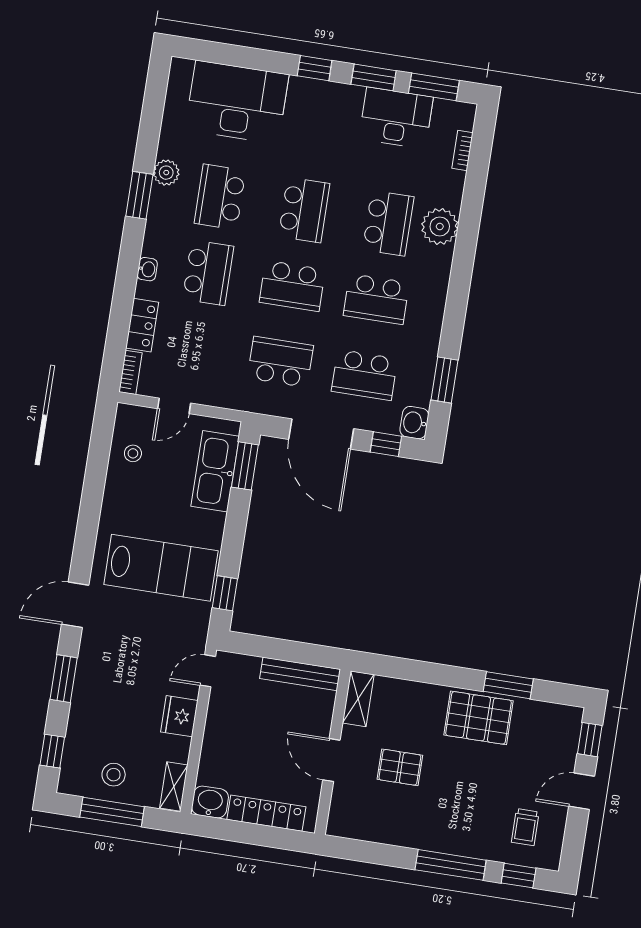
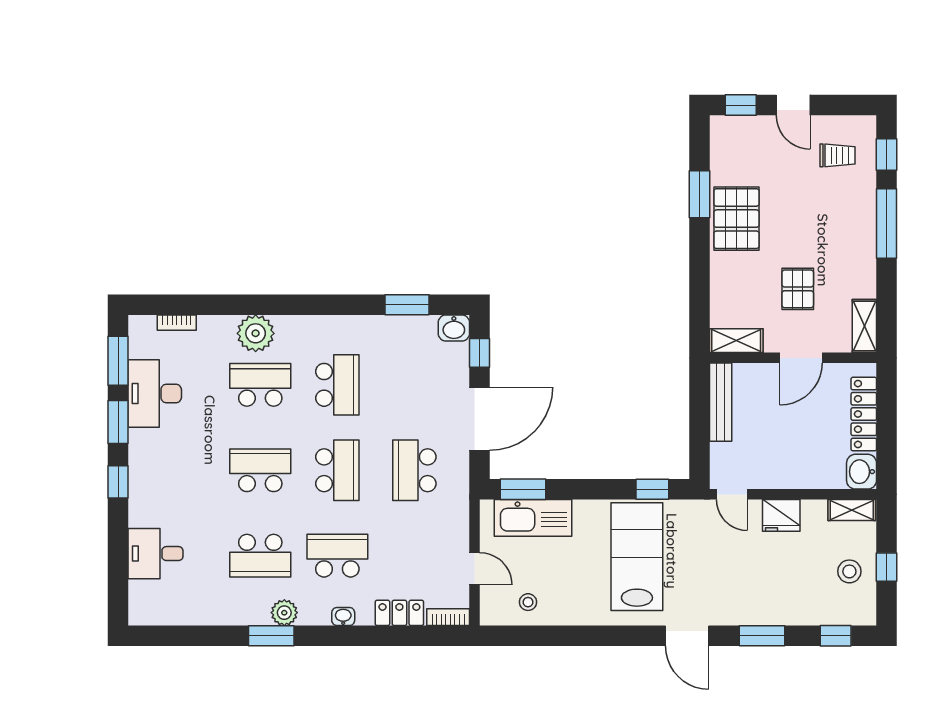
desk: (237, 102) -> (155, 554), width x0.53, depth x0.77
plant: (166, 173) -> (284, 613), moved
school desk: (364, 375) -> (414, 385), removed
window: (112, 812) -> (887, 567), width x0.46
shelving: (353, 827) -> (864, 326), added

